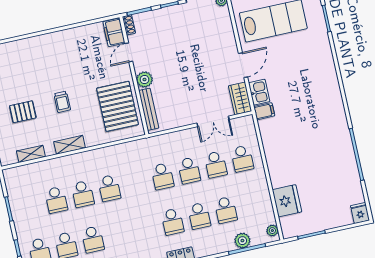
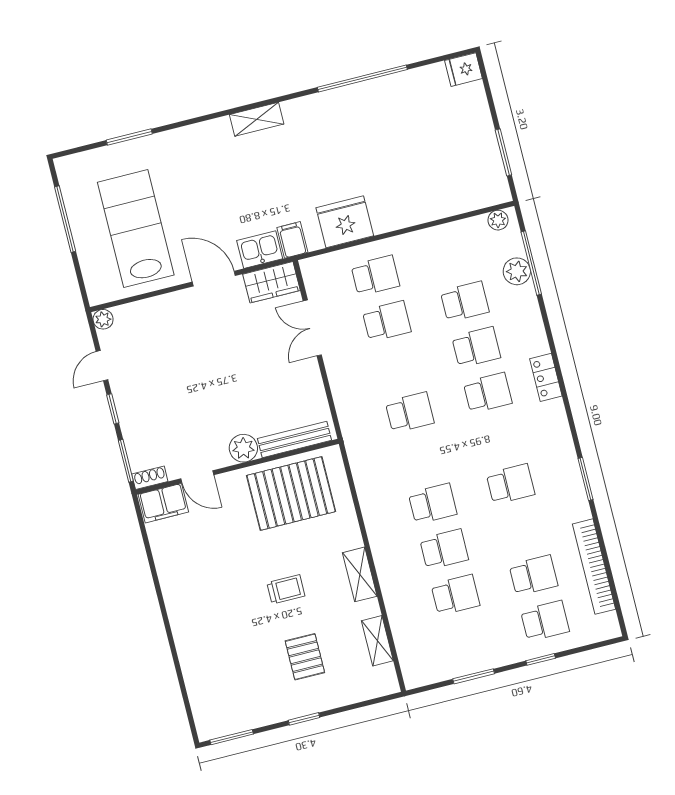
shelving: (335, 93) -> (257, 119), added
double door: (213, 121) -> (312, 328), swing flipped
school desk: (189, 170) -> (398, 367), removed
fridge: (287, 201) -> (345, 222), moved
school desk: (93, 239) -> (511, 484), moved

